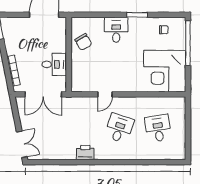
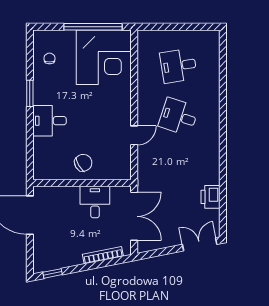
chair: (83, 42) -> (83, 163), moved
window: (188, 43) -> (93, 27), moved
door: (105, 94) -> (134, 135), hinge flipped
printer: (85, 153) -> (210, 197), moved

